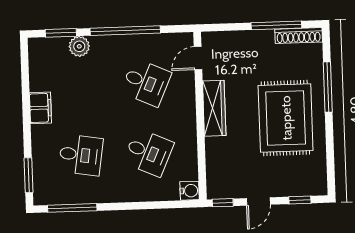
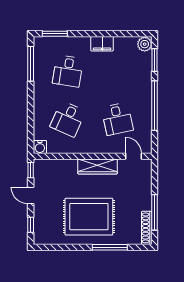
plant: (79, 46) -> (145, 44), moved
desk: (146, 83) -> (117, 119), turned -36

